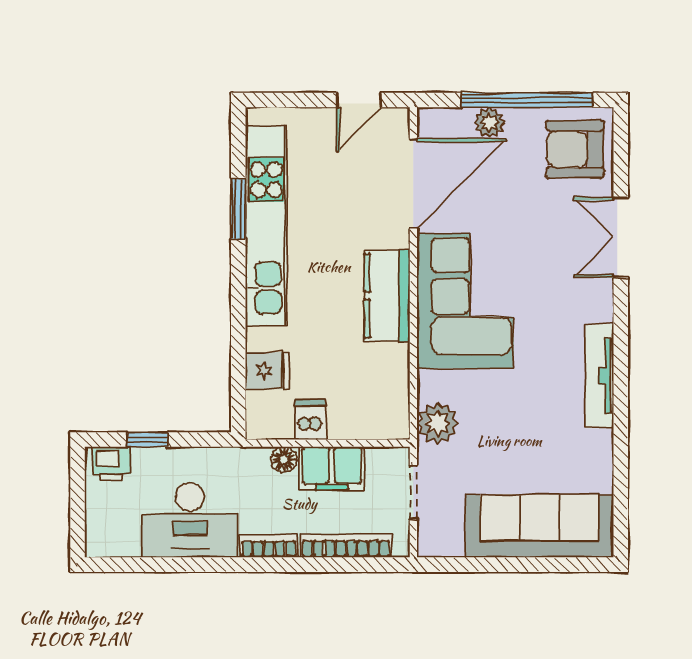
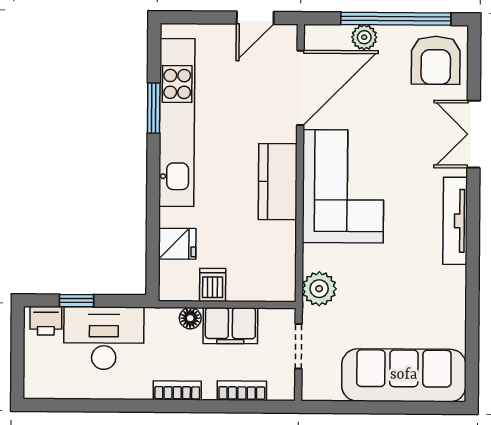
armchair: (575, 149) -> (436, 60), turned -90
tv unit: (599, 376) -> (455, 221), moved
desk: (190, 520) -> (104, 338), moved, turned 180
bookcase: (346, 546) -> (242, 391), width x0.64

